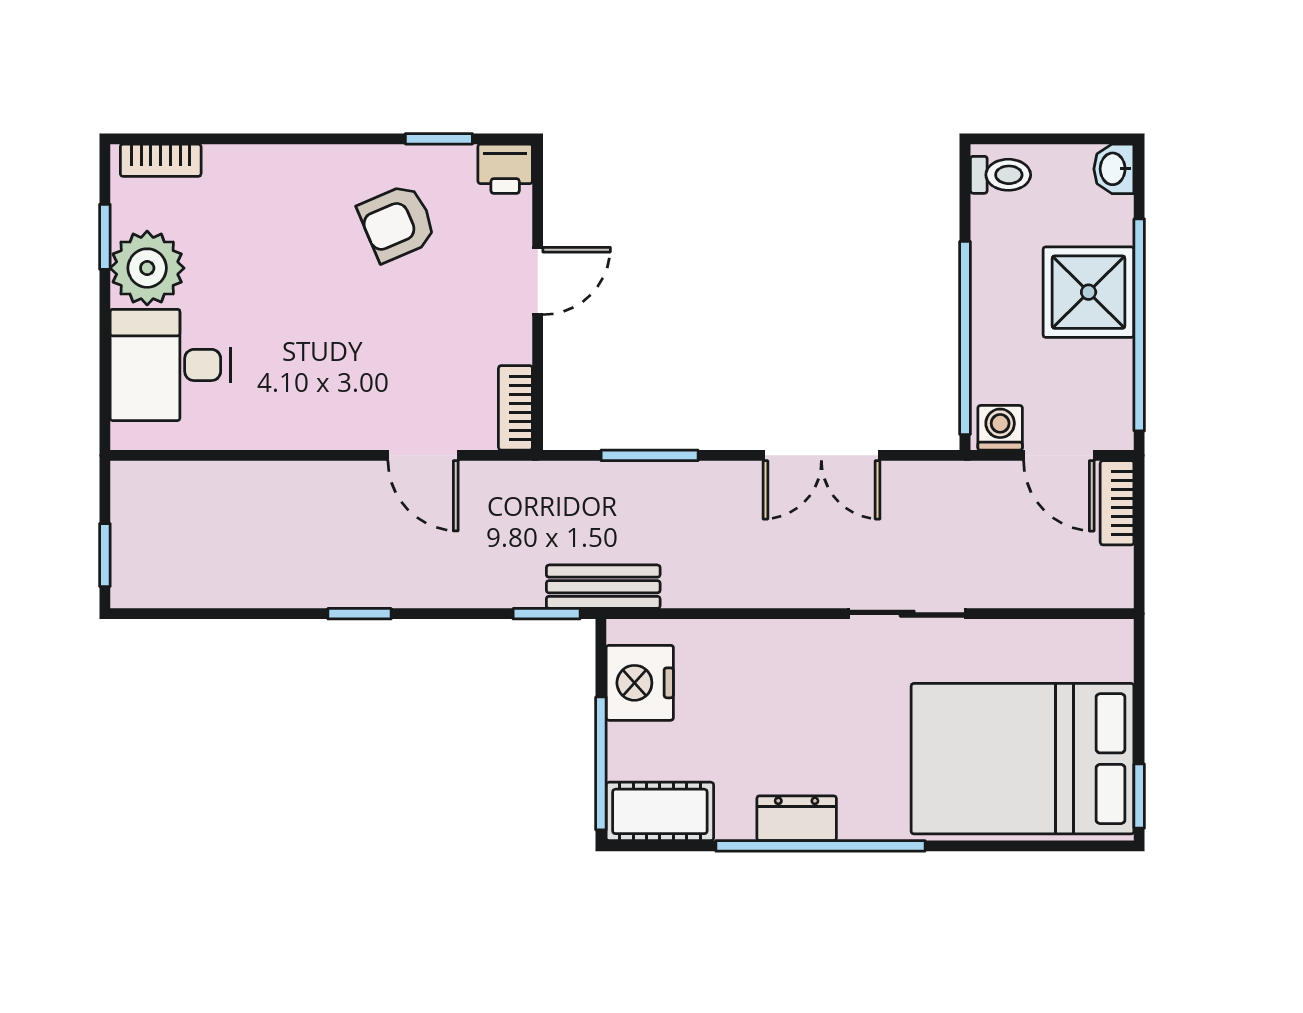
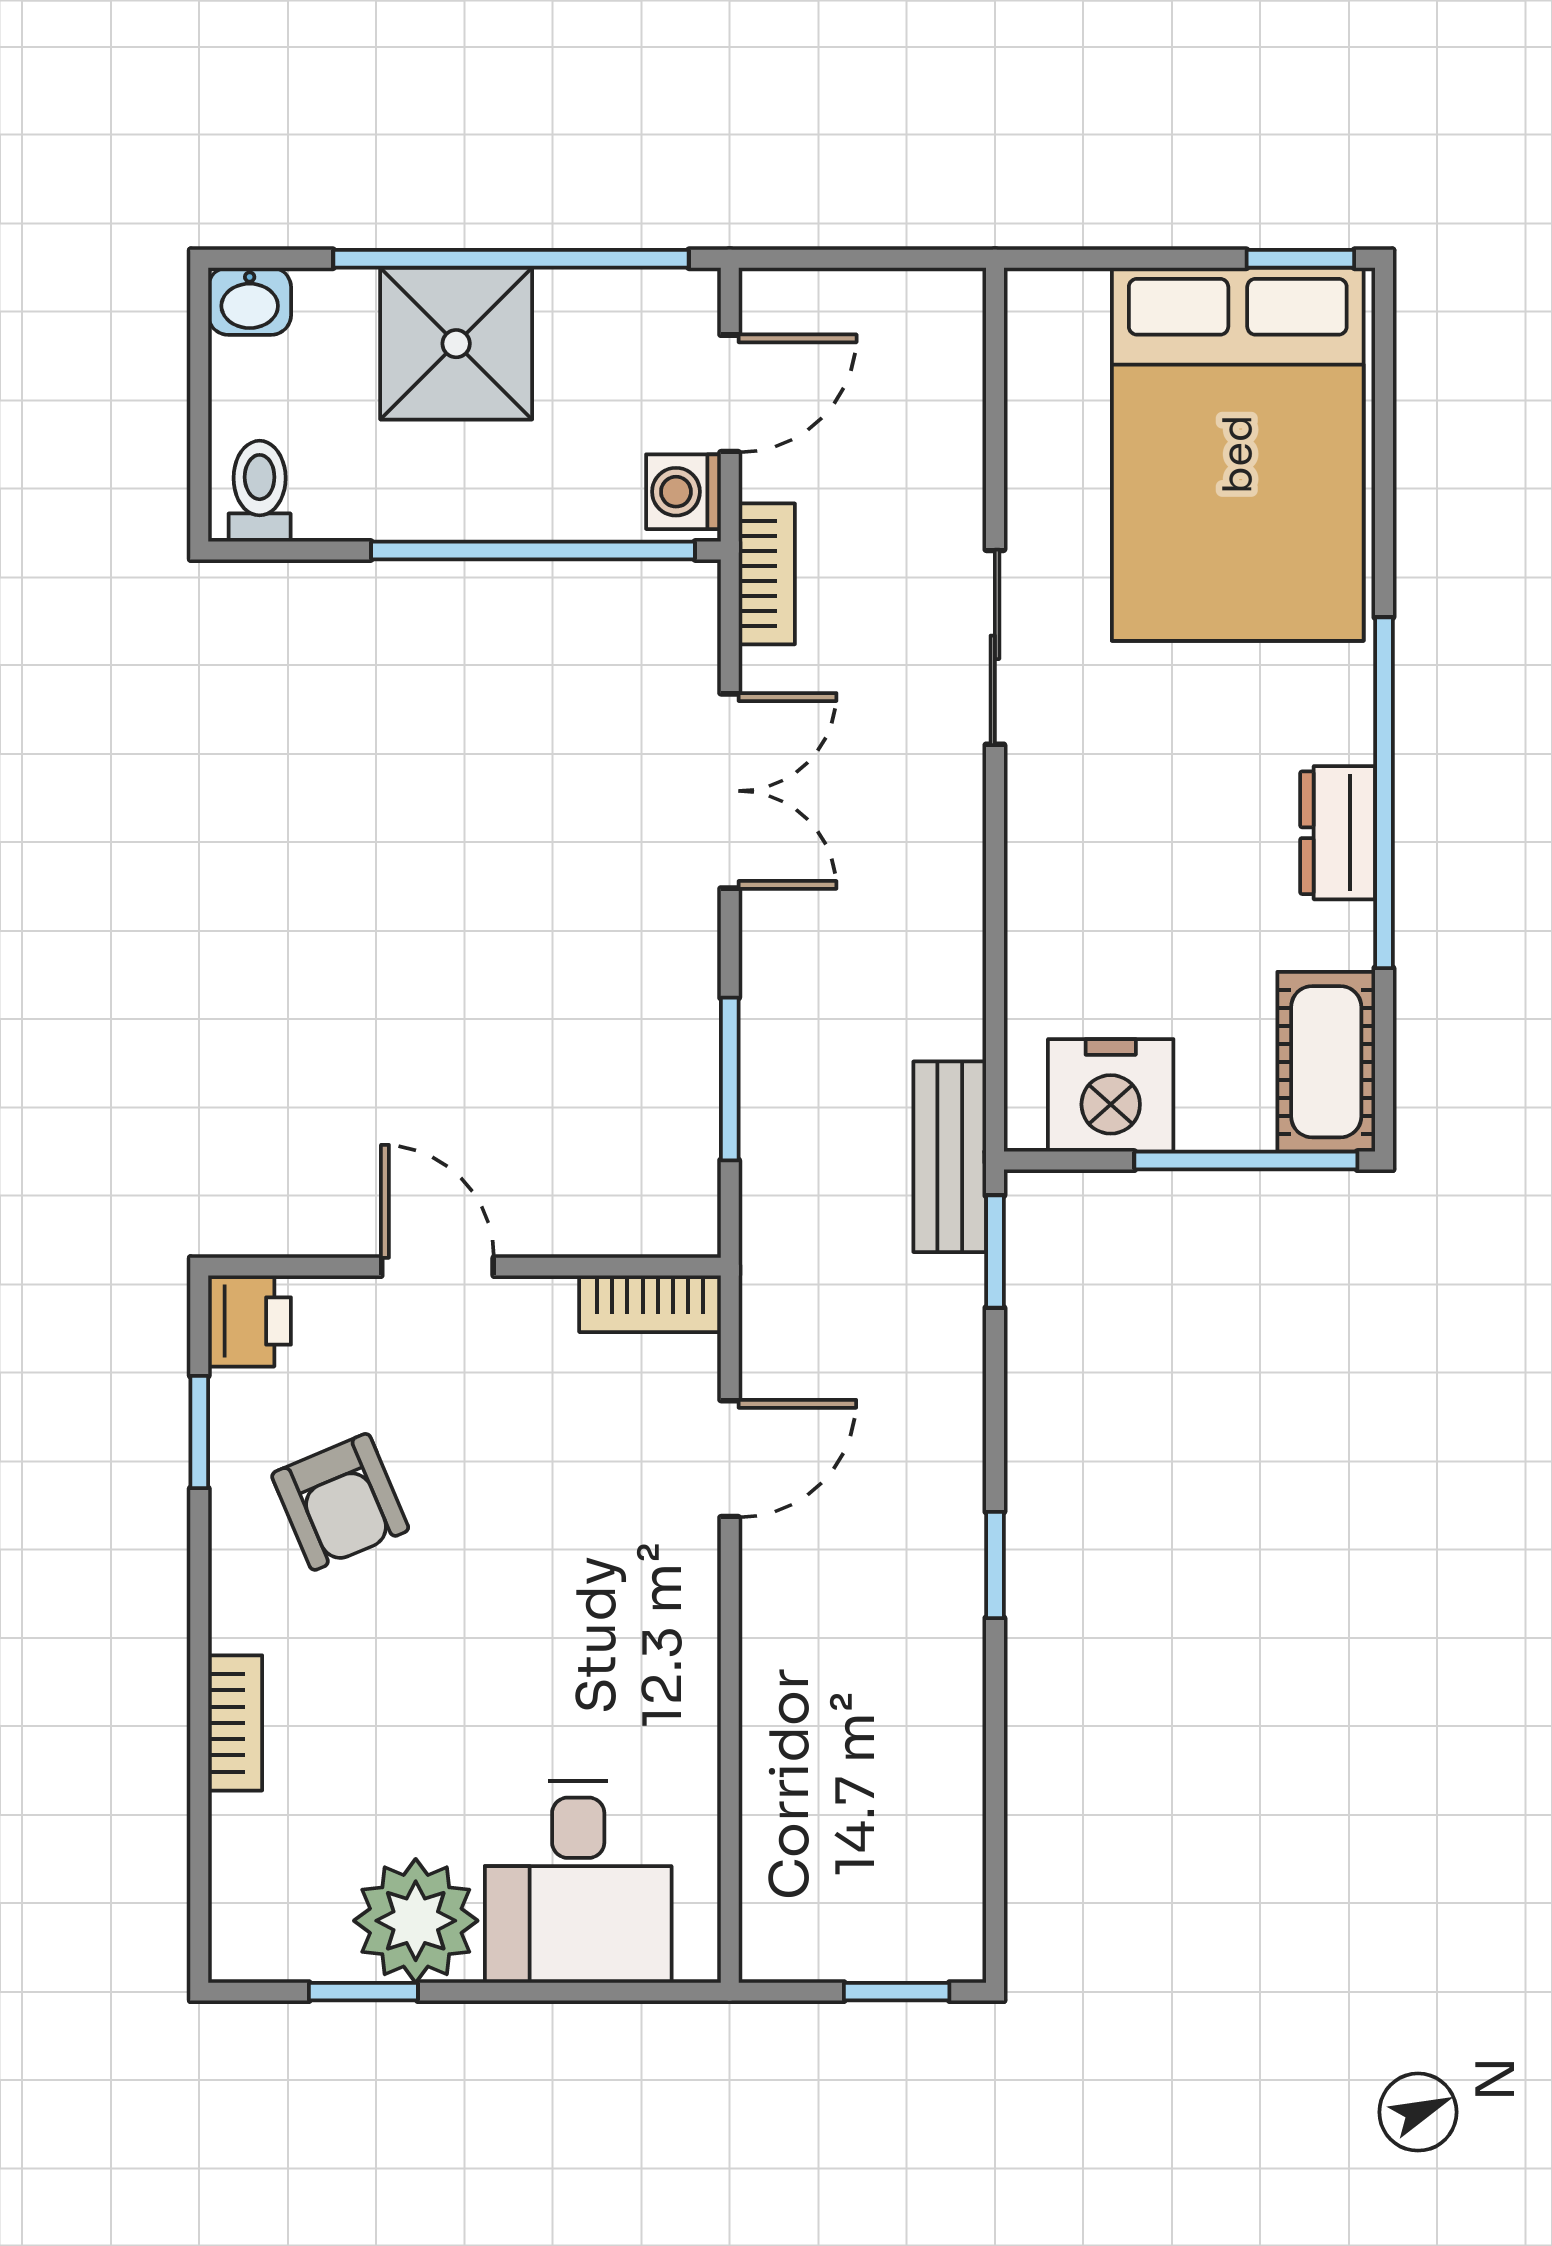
bookcase: (161, 160) -> (235, 1723), moved
bookcase: (1117, 503) -> (767, 574), moved, turned -90

